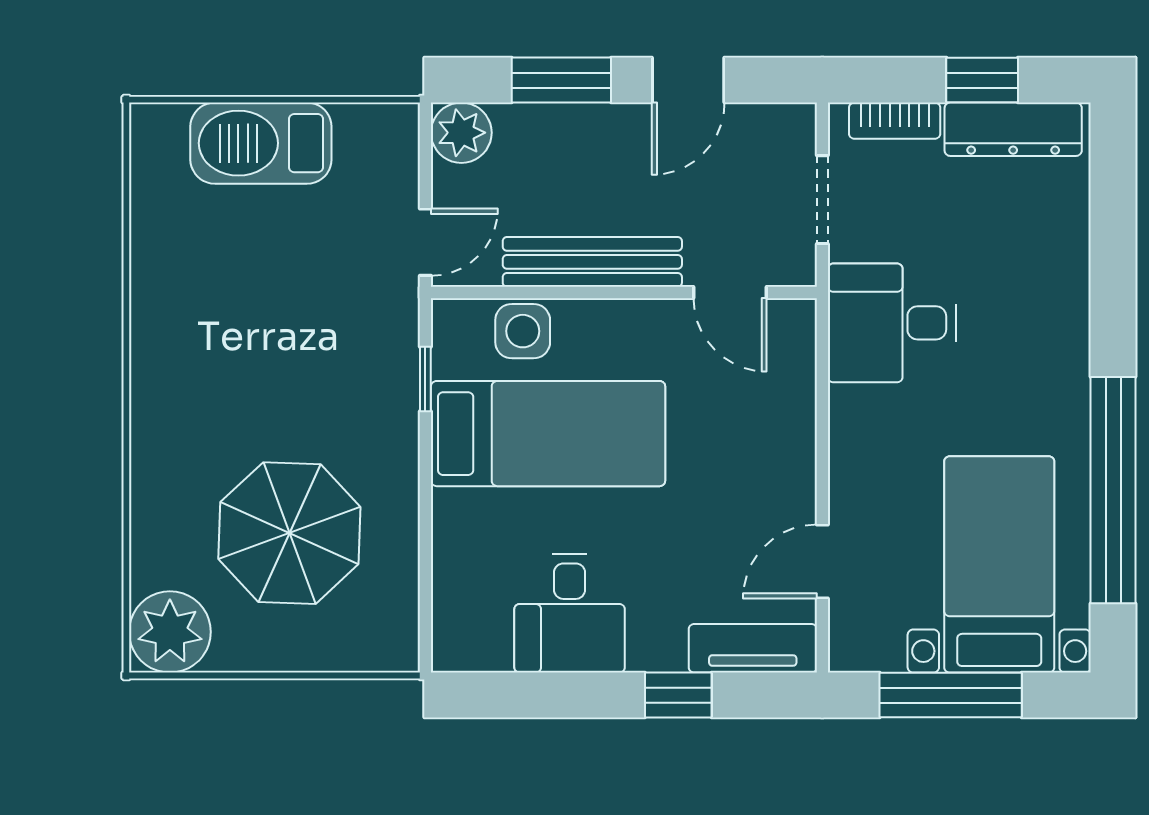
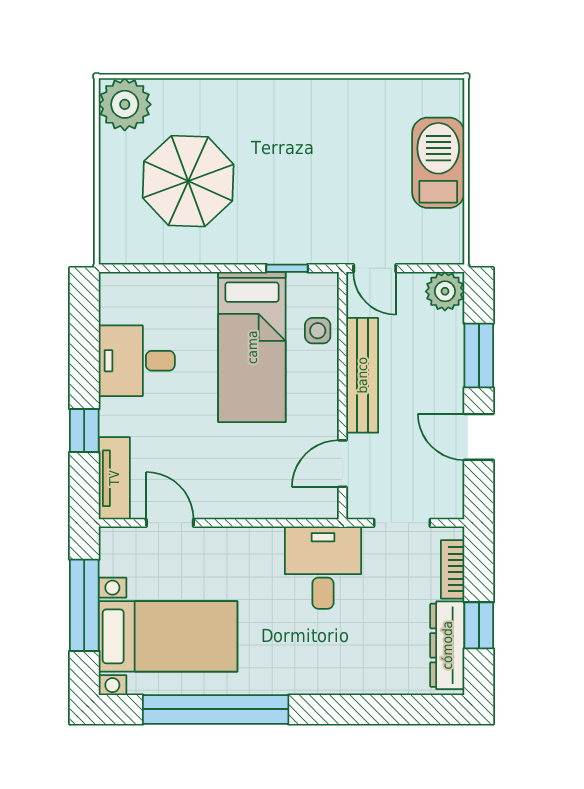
side table: (523, 331) -> (318, 331), width x0.73, depth x0.73

